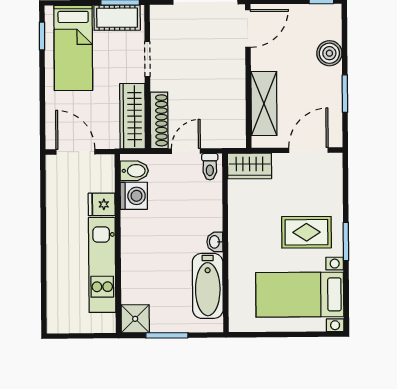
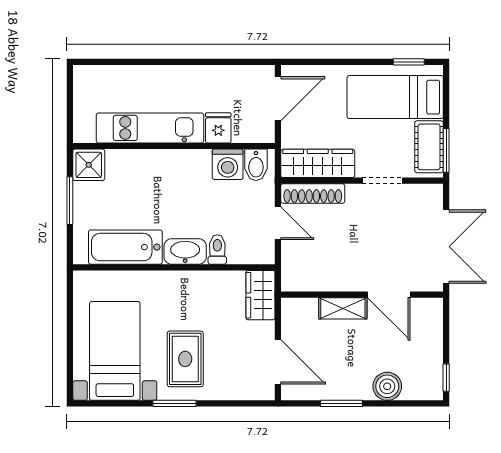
door: (248, 28) -> (389, 295), moved
shelving: (264, 104) -> (343, 308), width x0.67, depth x0.75
toilet: (210, 167) -> (217, 249), moved, turned 90
washbasin: (215, 242) -> (185, 251), width x1.91, depth x1.45

